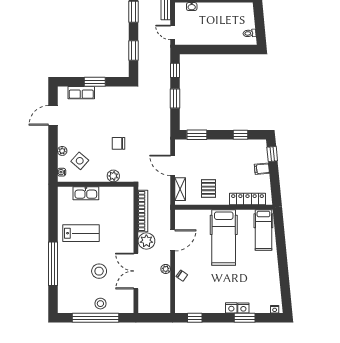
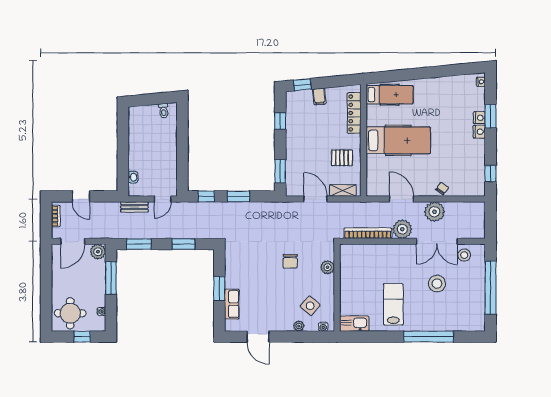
door: (173, 165) -> (315, 199), swing flipped
kitchen sink: (86, 193) -> (354, 324), moved, turned -90
plant: (166, 269) -> (434, 212), width x1.87, depth x1.87
stool: (100, 304) -> (464, 255), moved

